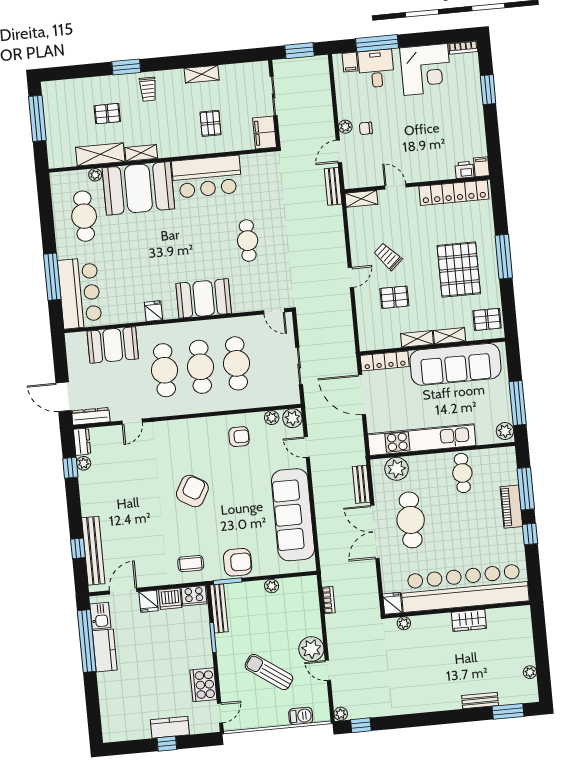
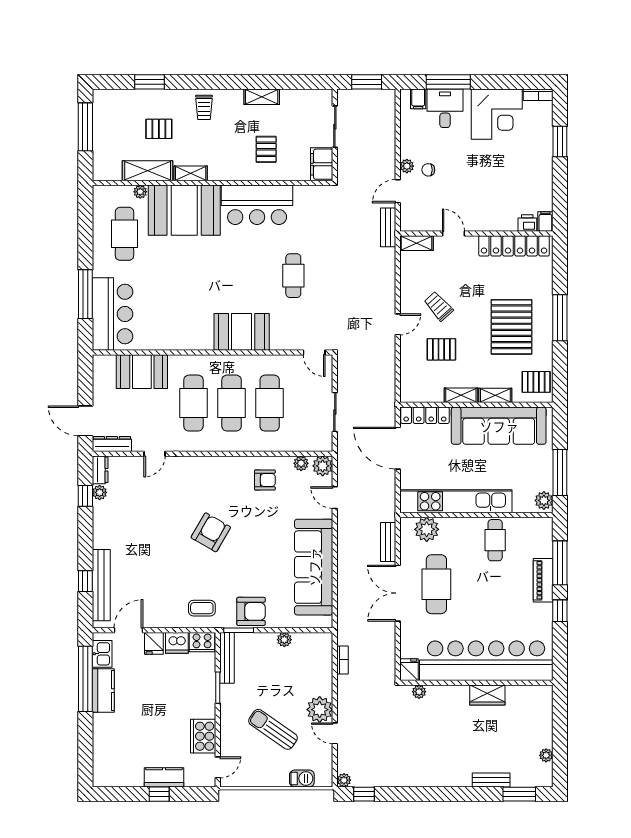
window: (126, 67) -> (150, 82), moved
fridge: (154, 311) -> (188, 340), removed

